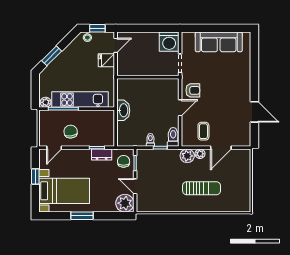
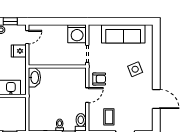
side table: (232, 80) -> (135, 69), added
washbasin: (123, 110) -> (34, 77), moved

